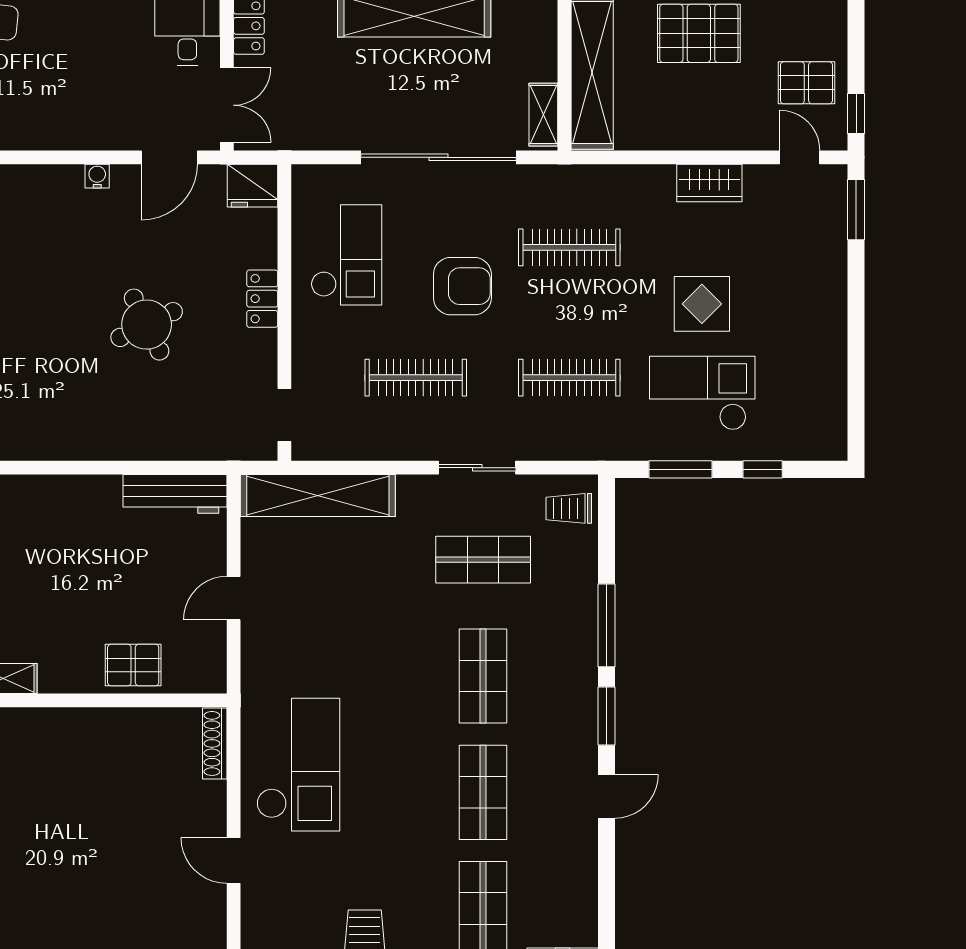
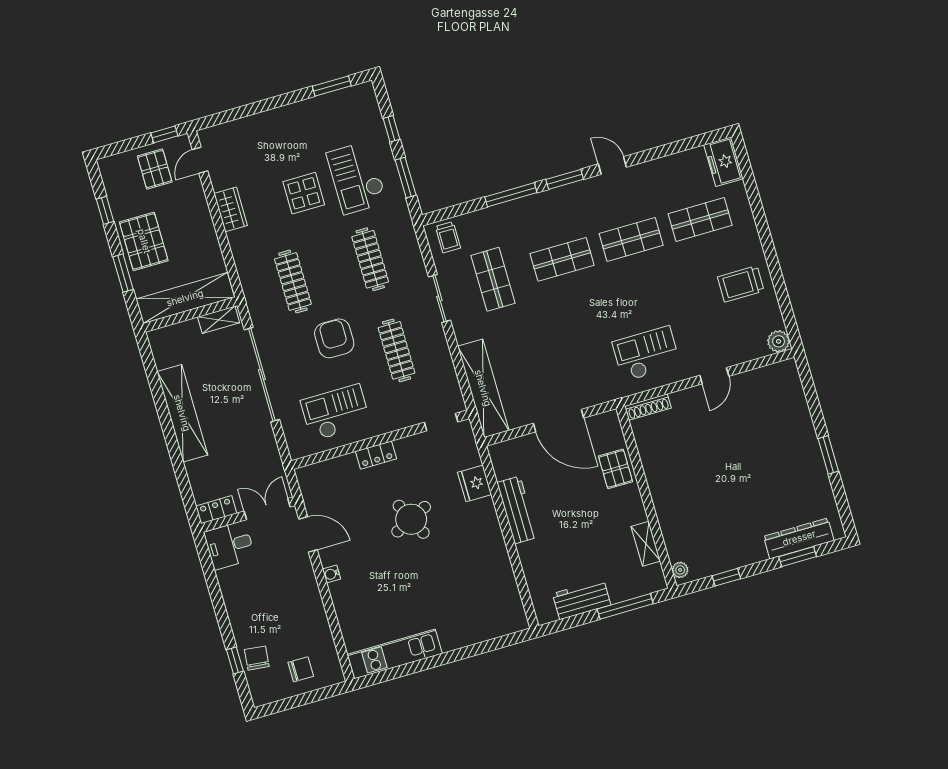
fridge: (252, 186) -> (475, 483), moved, turned 180
window: (856, 210) -> (332, 86), moved
workbench: (175, 494) -> (517, 510), moved
door: (234, 598) -> (559, 421), width x1.88
checkout: (298, 765) -> (646, 354), width x0.73, depth x0.83

